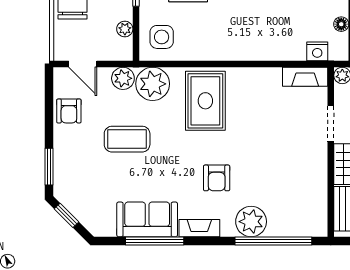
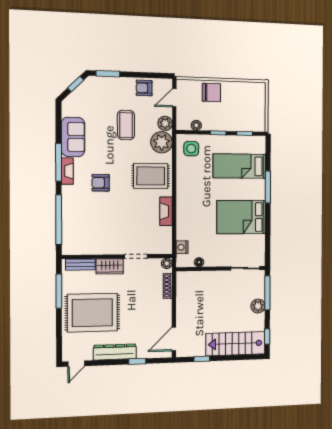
fireplace: (305, 77) -> (166, 211), moved
plant: (251, 222) -> (72, 205), removed
window: (155, 241) -> (59, 162), moved

